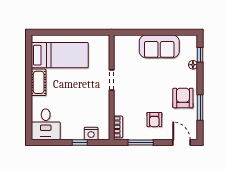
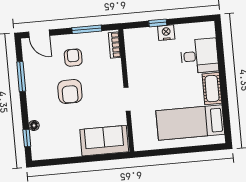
sofa: (159, 46) -> (104, 141), moved
armchair: (183, 98) -> (70, 92), moved
desk: (46, 124) -> (199, 56), moved, turned 90
nightstand: (91, 134) -> (166, 33), moved

